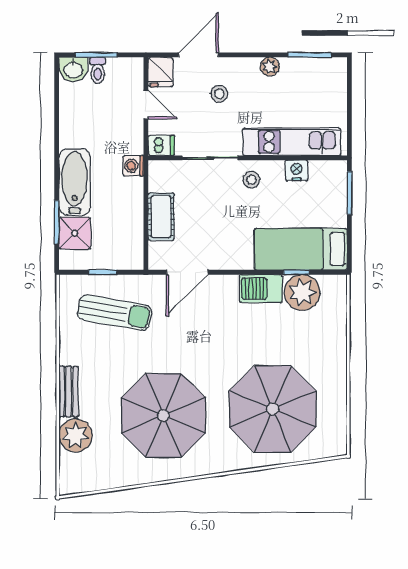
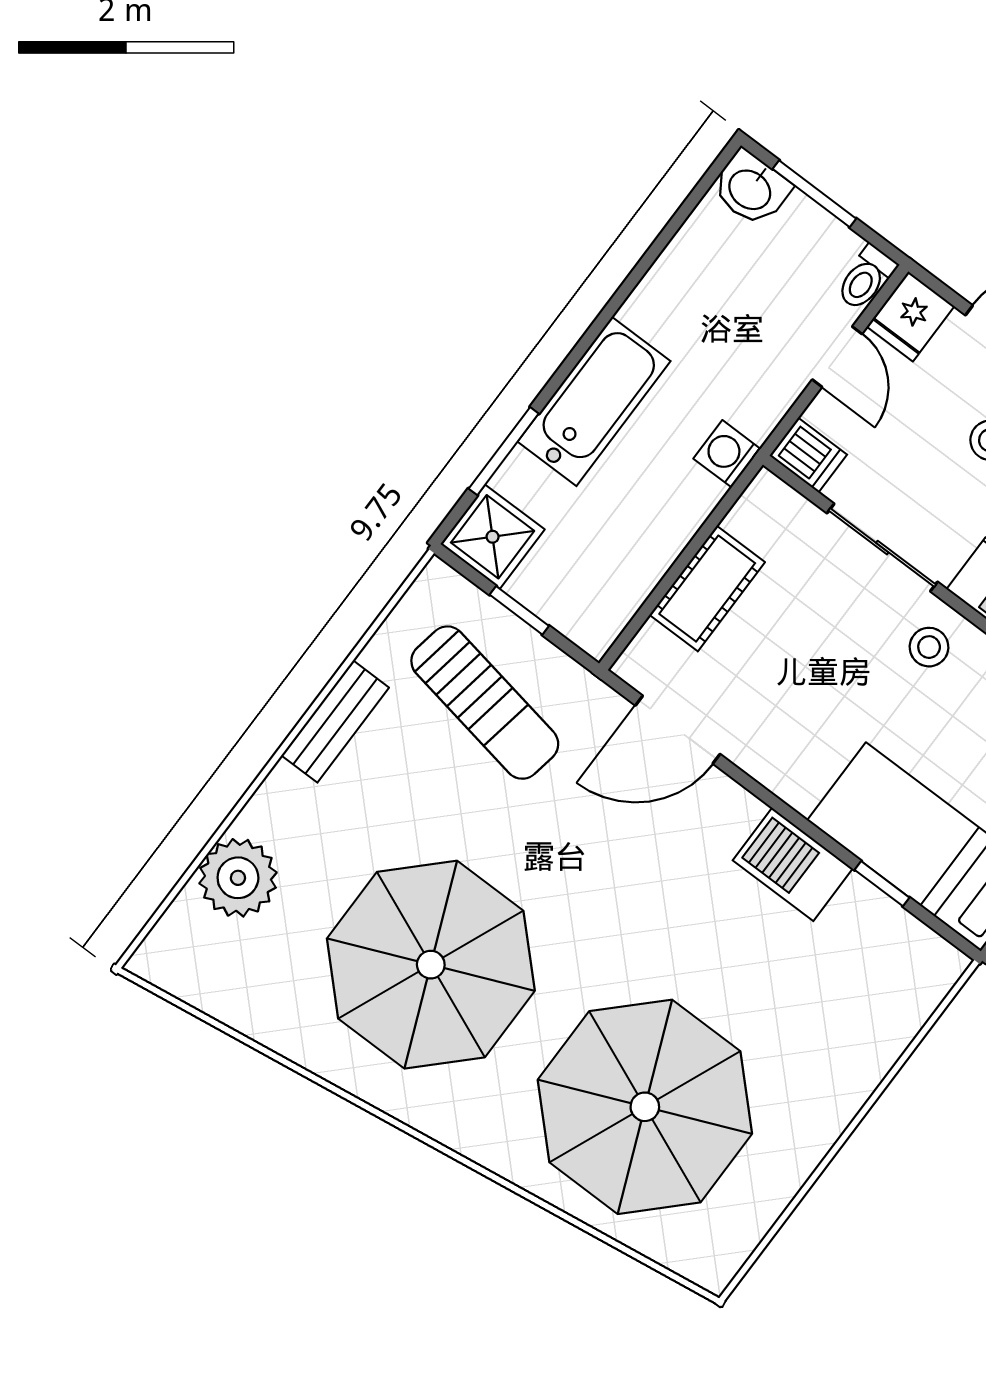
toilet: (98, 70) -> (866, 278), moved
shower: (75, 233) -> (493, 537), moved
plant: (302, 292) -> (865, 930), removed
bench: (69, 392) -> (335, 721), moved

